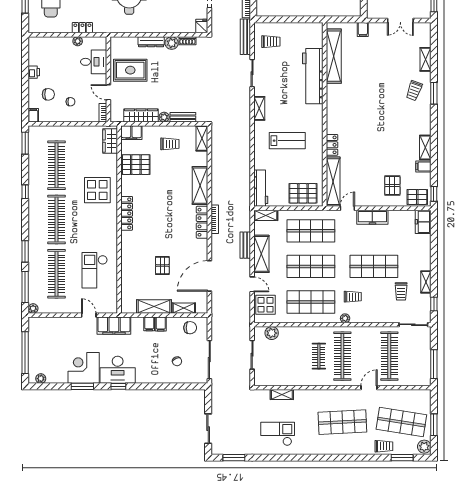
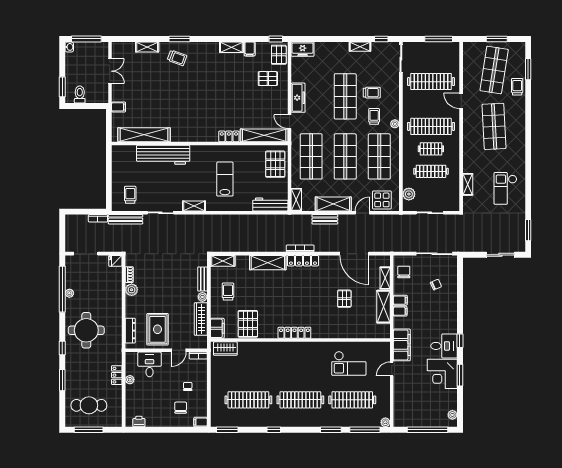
dresser: (151, 42) -> (130, 331), moved
printer: (34, 72) -> (139, 422), moved
display table: (97, 190) -> (272, 361), removed
pallet: (162, 265) -> (344, 299), turned 90
trolley: (401, 291) -> (372, 93), moved
clothes rail: (295, 356) -> (431, 171), added
desk: (118, 370) -> (444, 346), width x0.73
plant: (424, 447) -> (518, 48), removed

